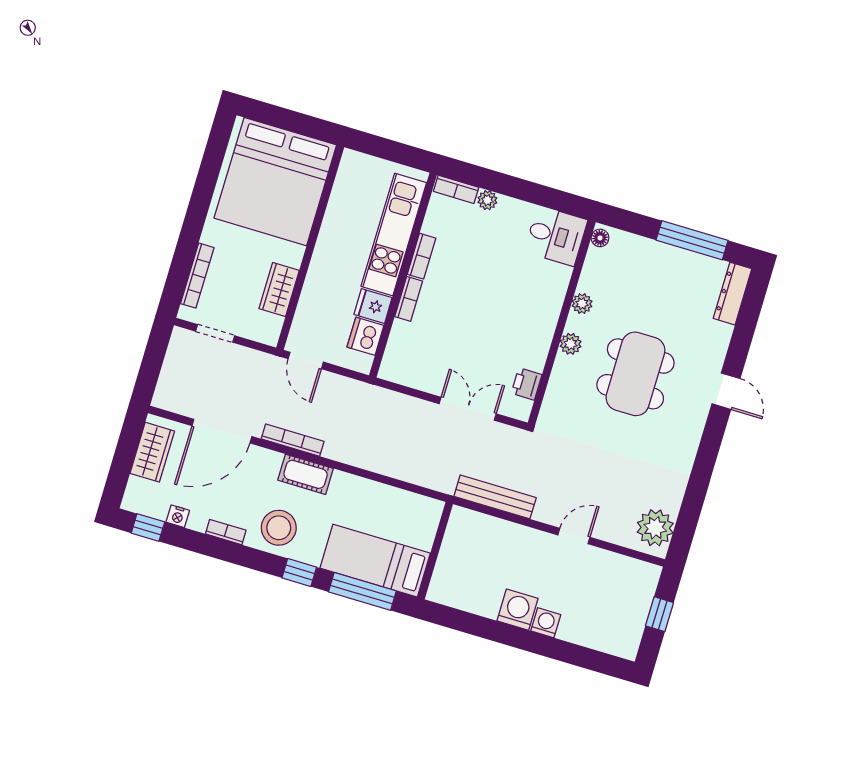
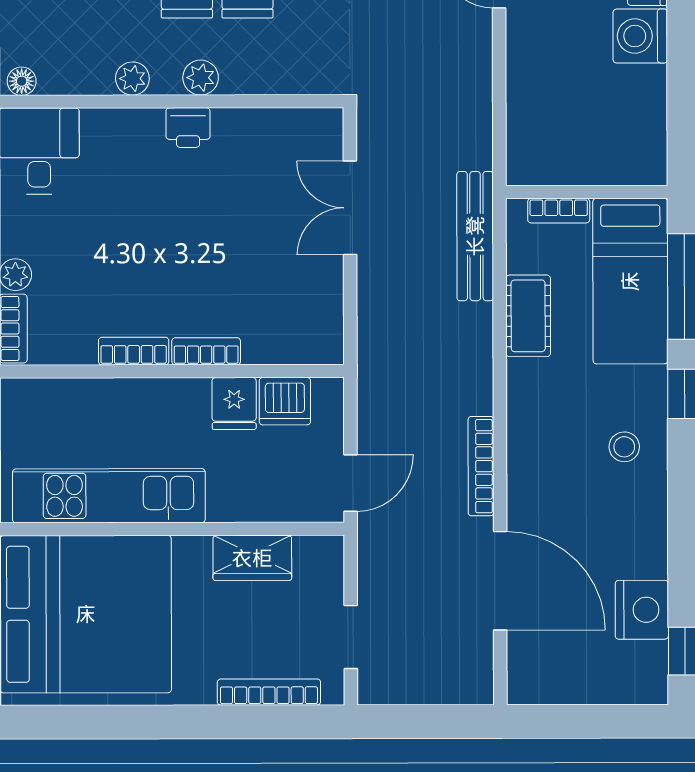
kitchen unit: (394, 234) -> (109, 496), moved, turned 180
printer: (527, 384) -> (188, 128), moved
wardrobe: (152, 452) -> (565, 680), removed
cot: (306, 474) -> (528, 316), moved
bench: (495, 497) -> (475, 236), moved
nightstand: (178, 516) -> (642, 610), width x1.89, depth x1.79
stool: (279, 528) -> (624, 447), width x0.53, depth x0.53
bookcase: (226, 532) -> (559, 211), moved, turned -90

